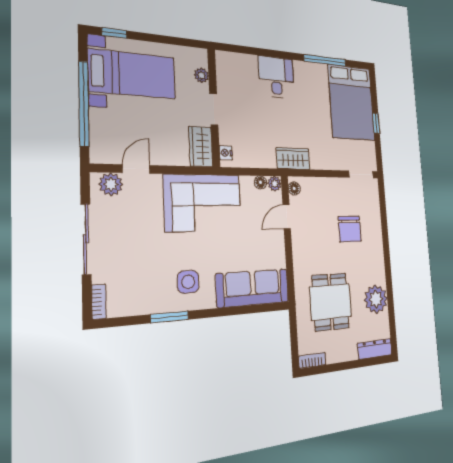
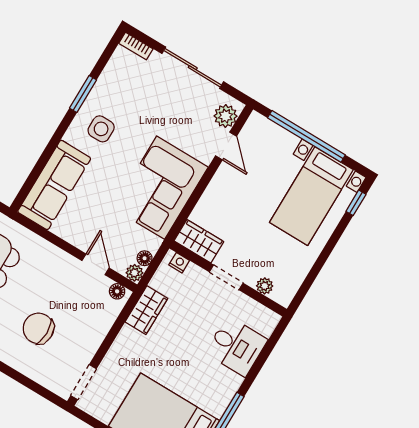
plant: (201, 75) -> (265, 286), moved
wall: (214, 107) -> (228, 279), moved
doorway: (214, 109) -> (226, 277), moved
wardrobe: (201, 147) -> (199, 241), moved
nightstand: (226, 153) -> (179, 263), moved

